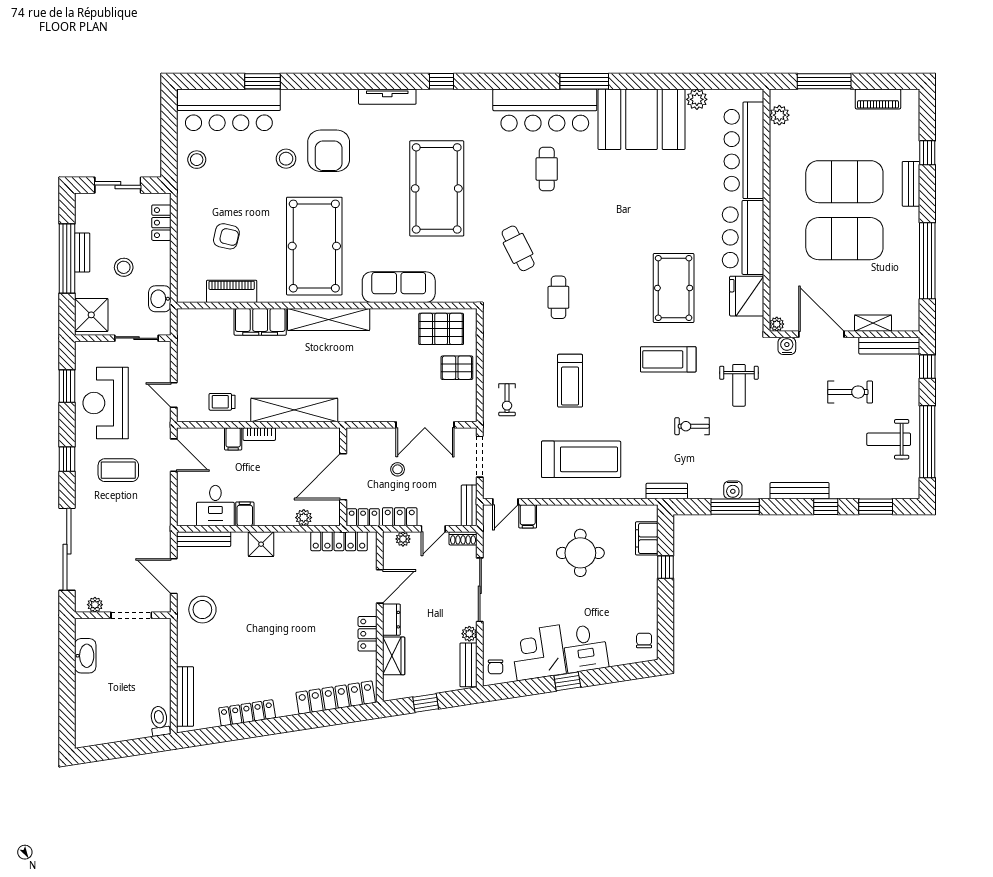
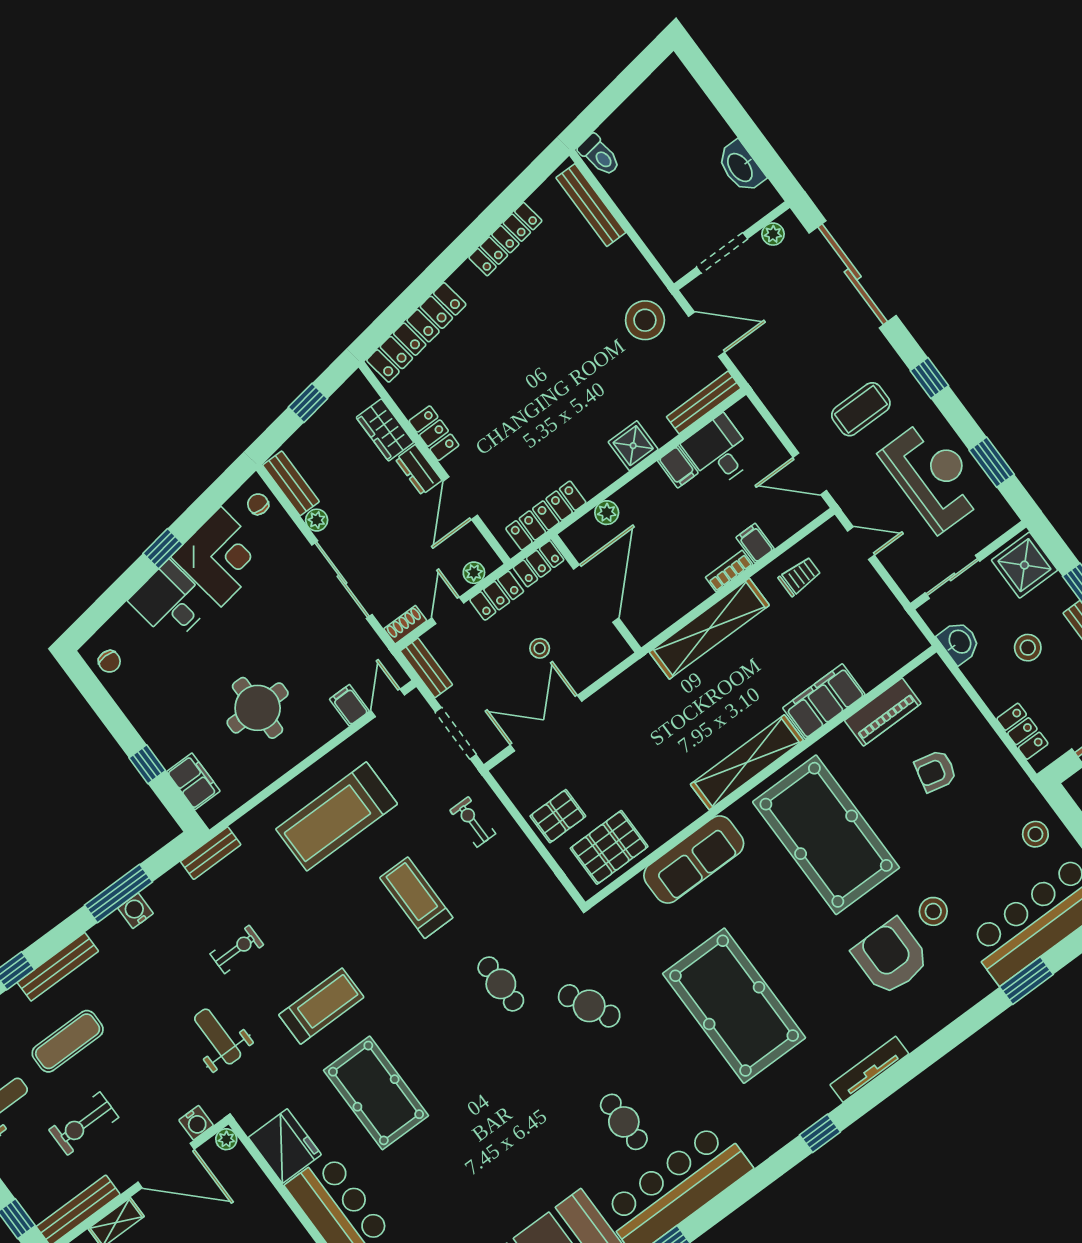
exercise mat: (825, 445) -> (68, 1041), added

